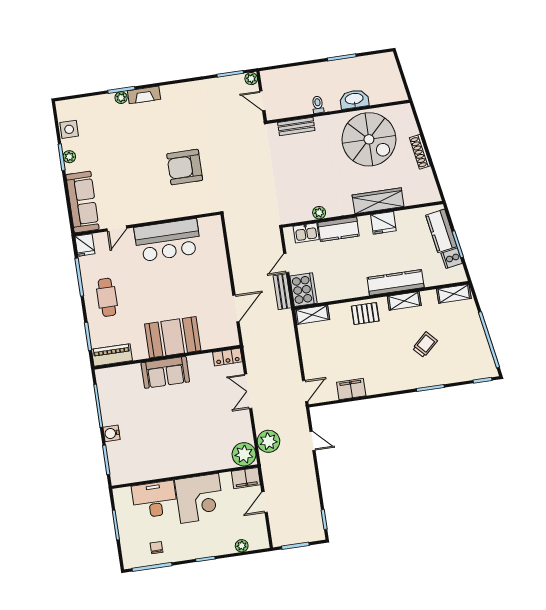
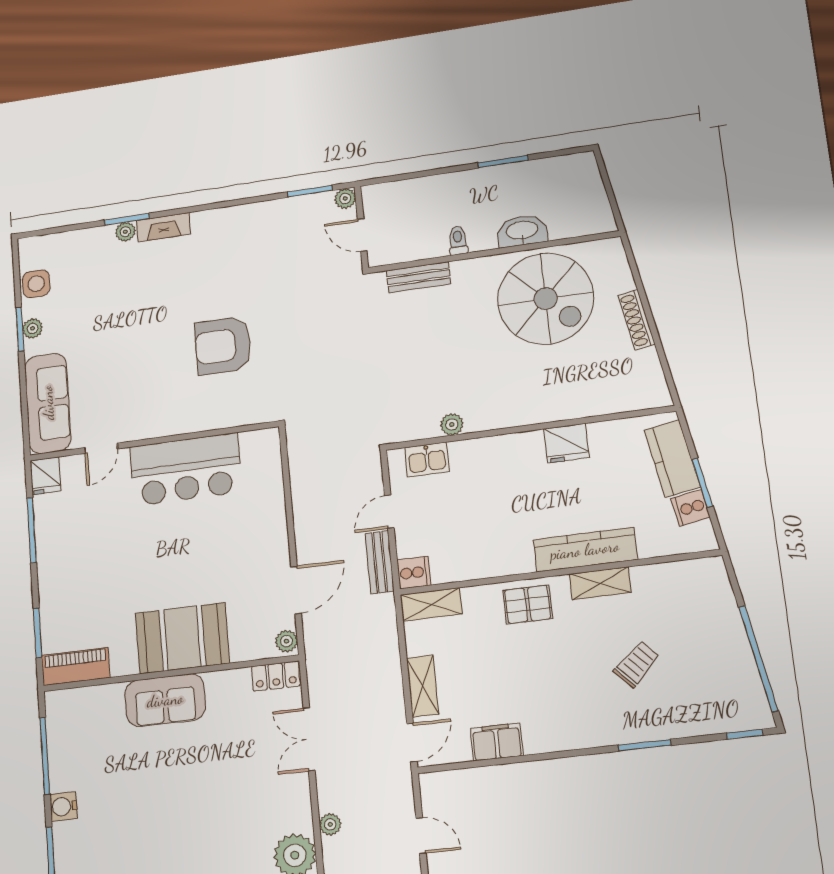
wardrobe: (378, 201) -> (558, 405), removed
kitchen counter: (338, 229) -> (485, 454), removed
cooker: (303, 290) -> (414, 573), width x0.53, depth x0.76
shelving: (454, 294) -> (423, 686), moved, turned 90
cafe table: (107, 297) -> (75, 566), removed
plant: (232, 337) -> (287, 641), added
plant: (268, 441) -> (330, 824), width x0.53, depth x0.53

